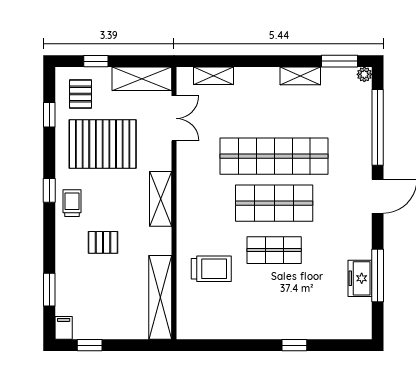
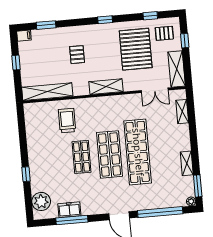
trolley: (72, 203) -> (99, 34), removed
trolley: (211, 269) -> (67, 121), turned 180
plant: (342, 324) -> (41, 201), added
window: (90, 345) -> (16, 63), moved

